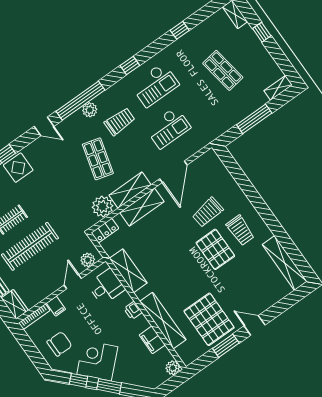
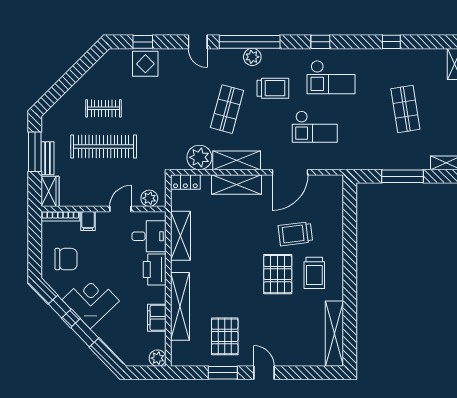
printer: (133, 311) -> (155, 270), width x1.87, depth x1.48
pallet: (209, 319) -> (225, 336), width x0.73, depth x0.71

